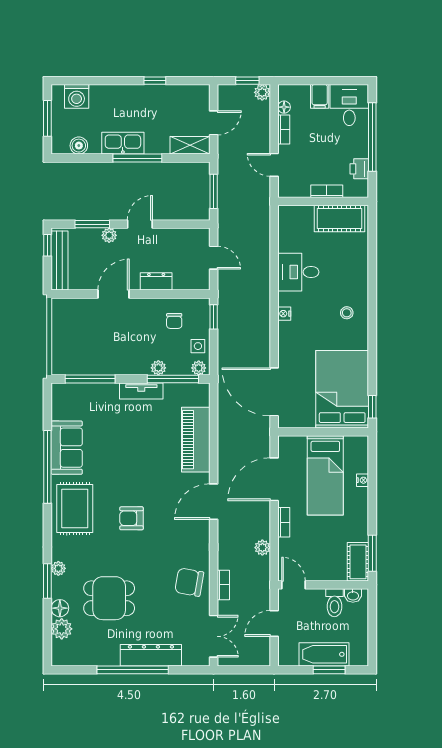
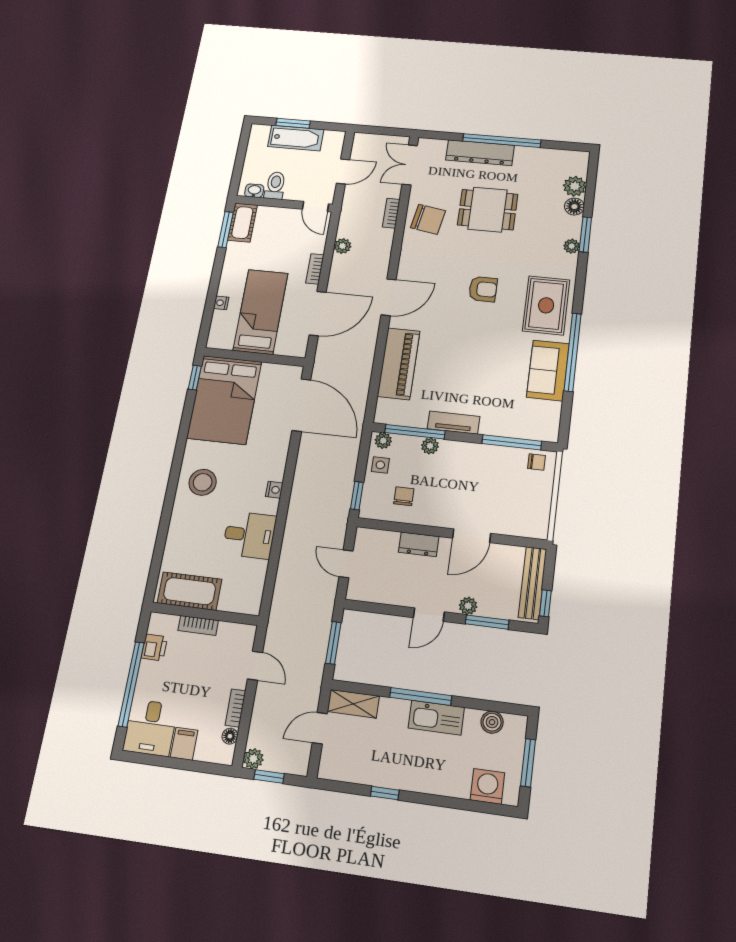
stool: (347, 313) -> (203, 482), width x1.89, depth x1.89
chair: (67, 364) -> (537, 462), added
dining table: (109, 598) -> (488, 210), moved

